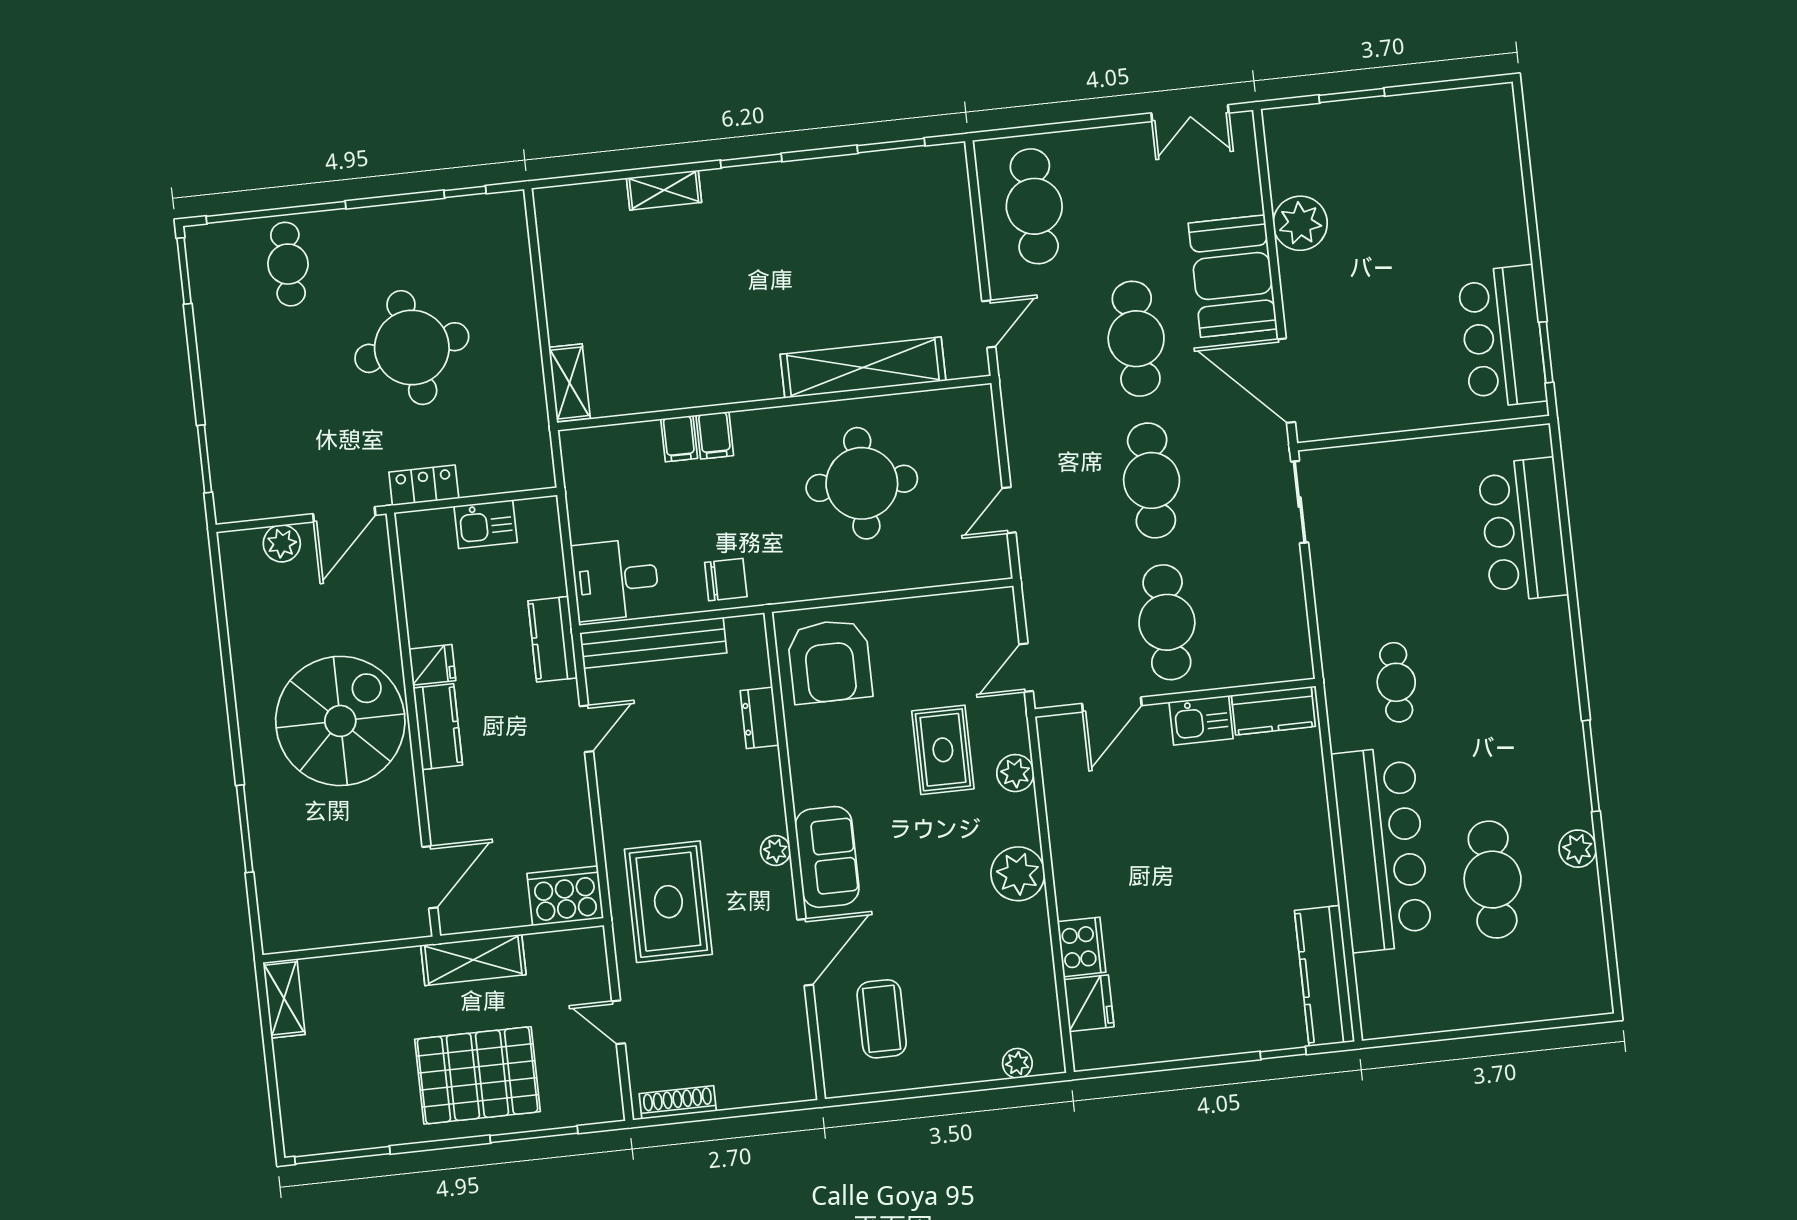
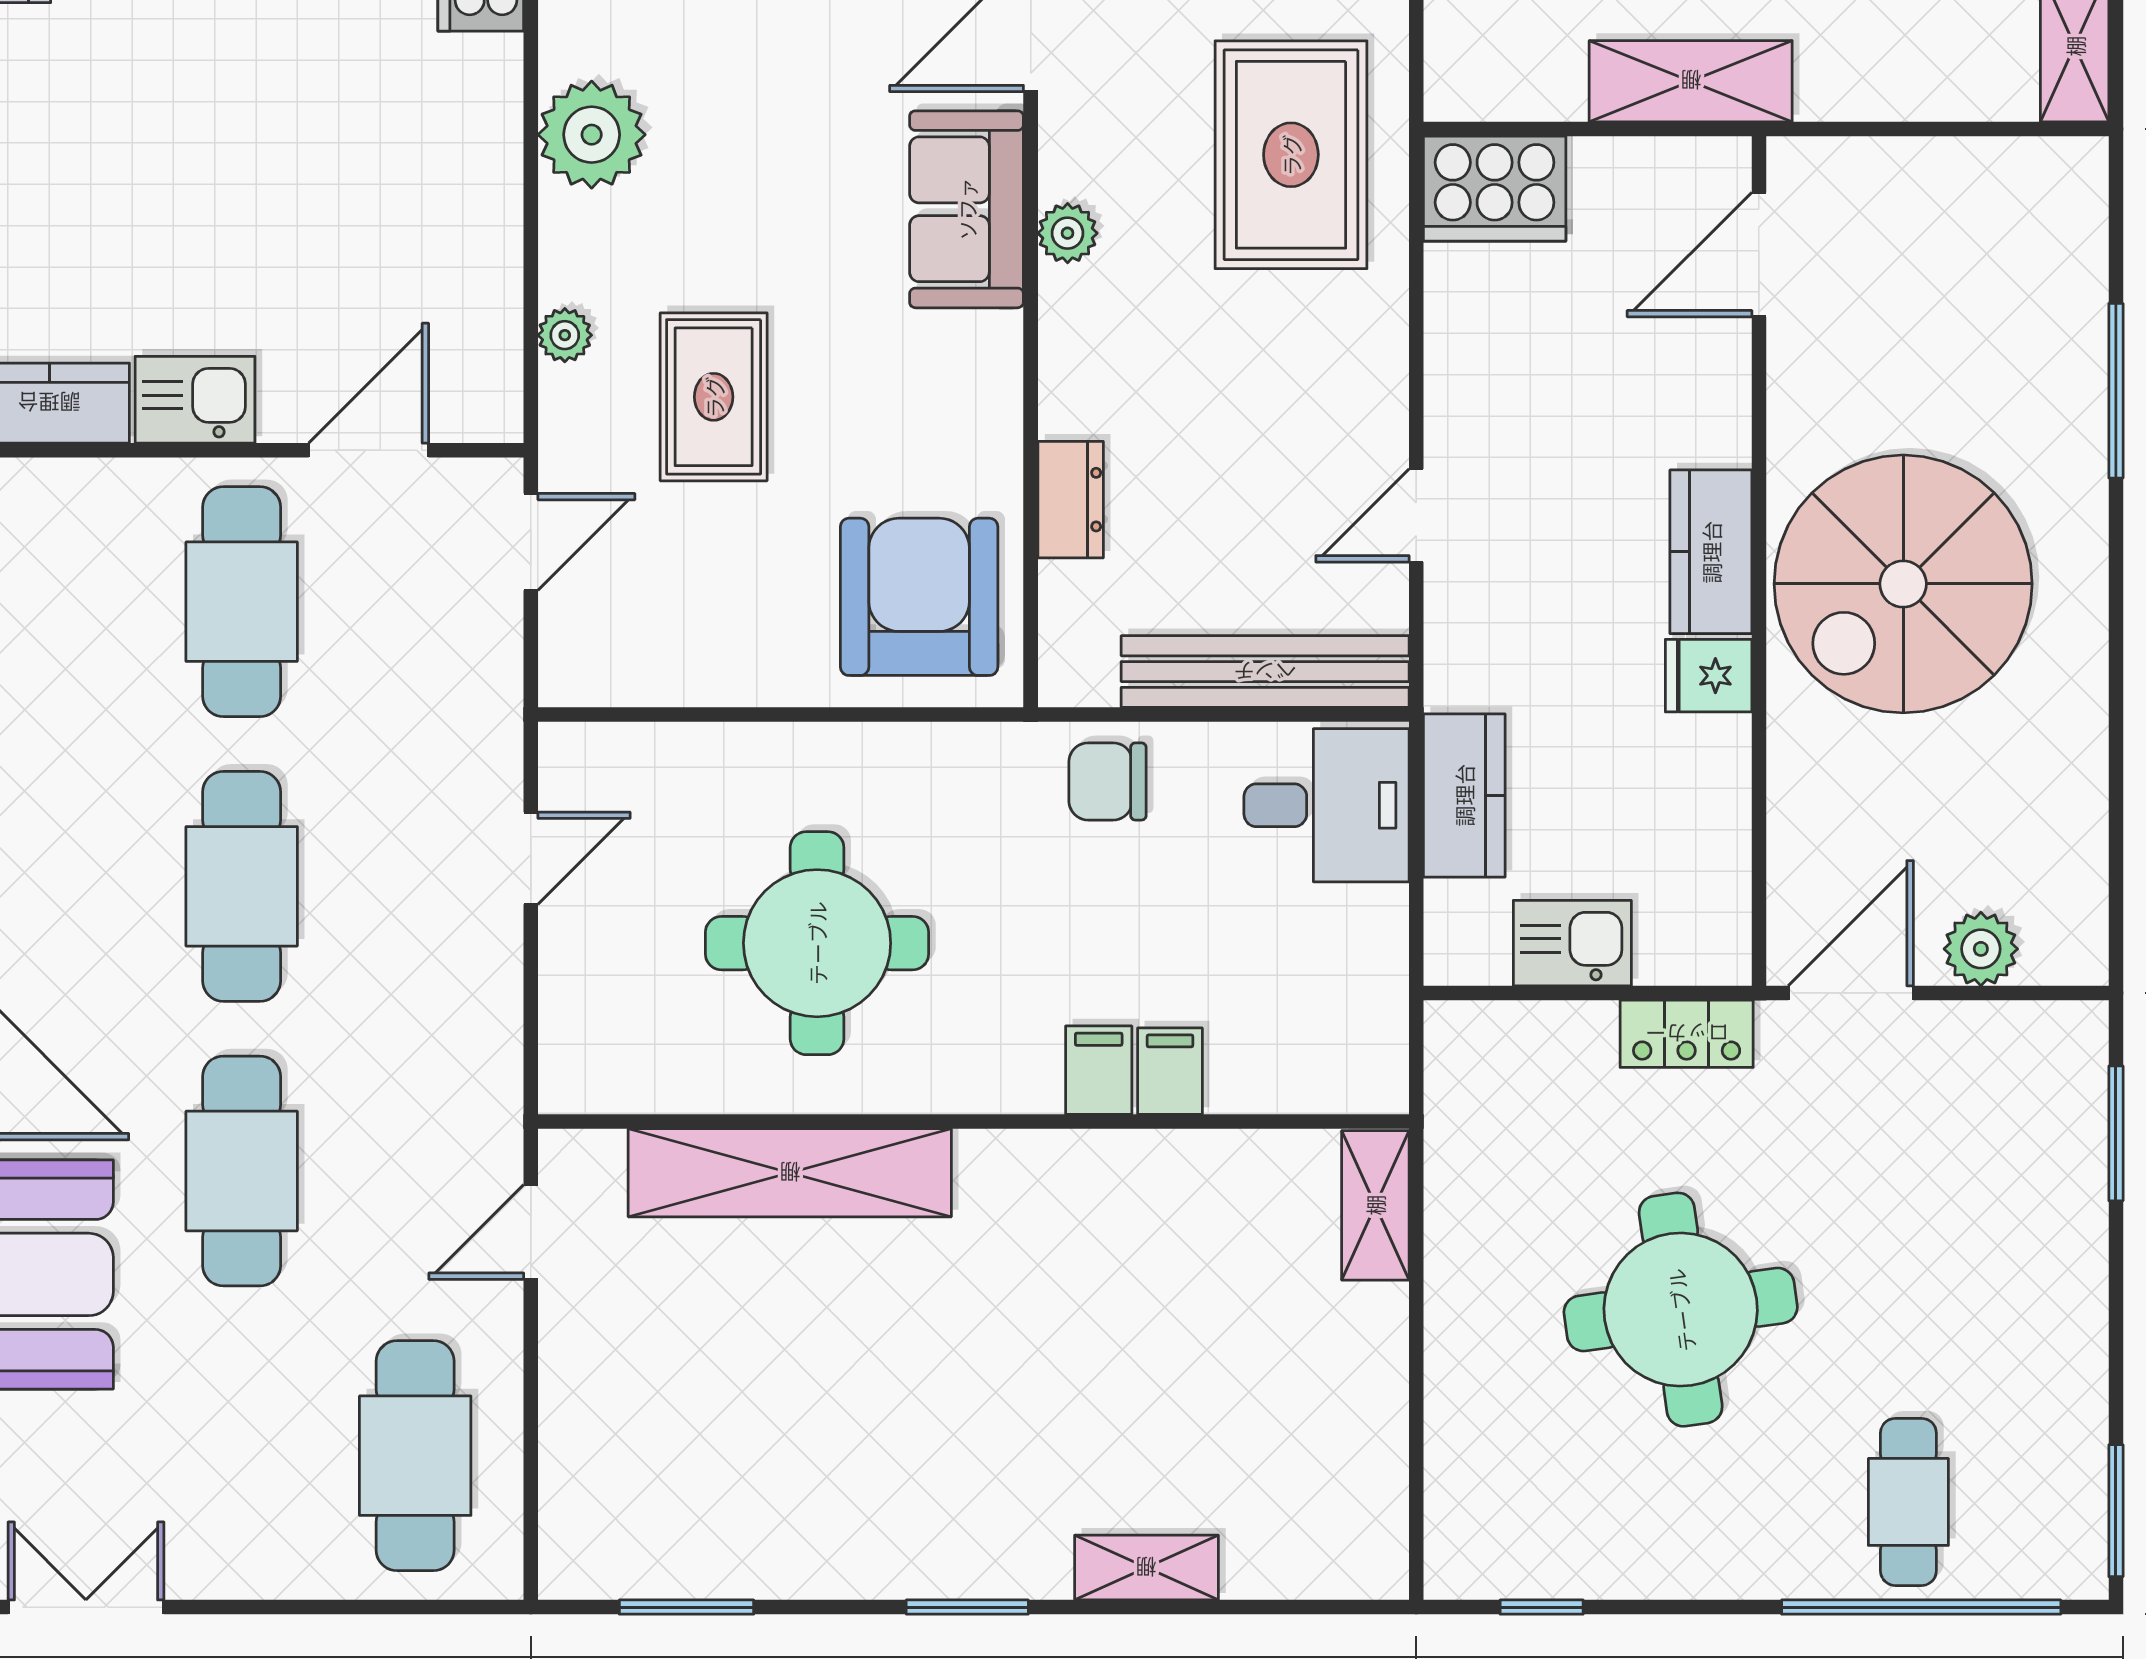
kitchen counter: (553, 639) -> (1464, 795), moved
plant: (1015, 773) -> (565, 335), width x0.73, depth x0.73

